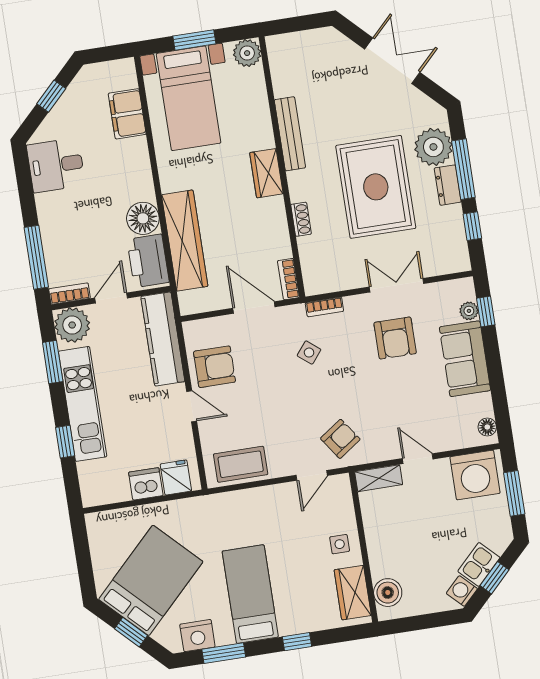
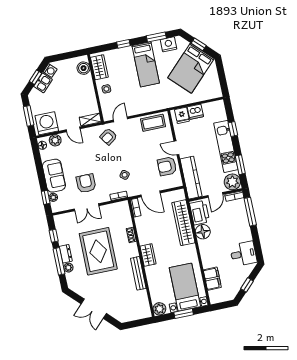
plant: (433, 147) -> (68, 268), width x0.53, depth x0.53
plant: (458, 437) -> (55, 140), added

